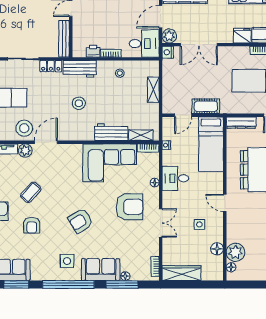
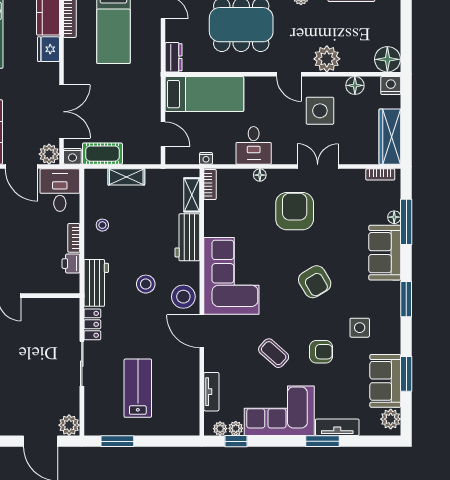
bench: (64, 39) -> (53, 305), removed
cot: (206, 106) -> (102, 154), moved, turned 90
dresser: (241, 123) -> (174, 57), width x0.70
stool: (24, 128) -> (183, 297), moved
plant: (25, 151) -> (214, 361), removed
corner sofa: (110, 163) -> (231, 276), moved
door: (225, 203) -> (289, 74), hinge flipped
side table: (199, 224) -> (320, 111), width x1.87, depth x1.87
plant: (236, 252) -> (327, 59), moved
side table: (67, 261) -> (360, 328), moved
floor lamp: (231, 267) -> (387, 59), width x1.89, depth x1.89
nightstand: (217, 274) -> (391, 86), added
window: (68, 284) -> (406, 299), width x0.47

